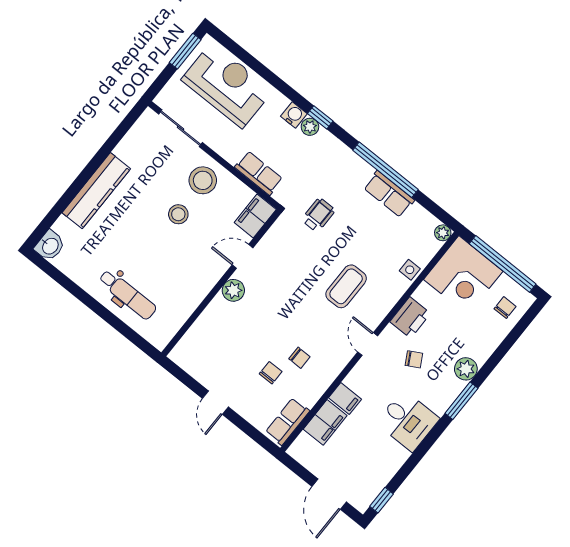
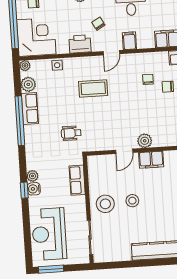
window: (320, 117) -> (24, 190), moved
filing cabinet: (255, 216) -> (151, 160), moved
plant: (418, 217) -> (28, 84), added
door: (243, 256) -> (124, 151), hinge flipped
filing cabinet: (345, 399) -> (129, 41), moved

